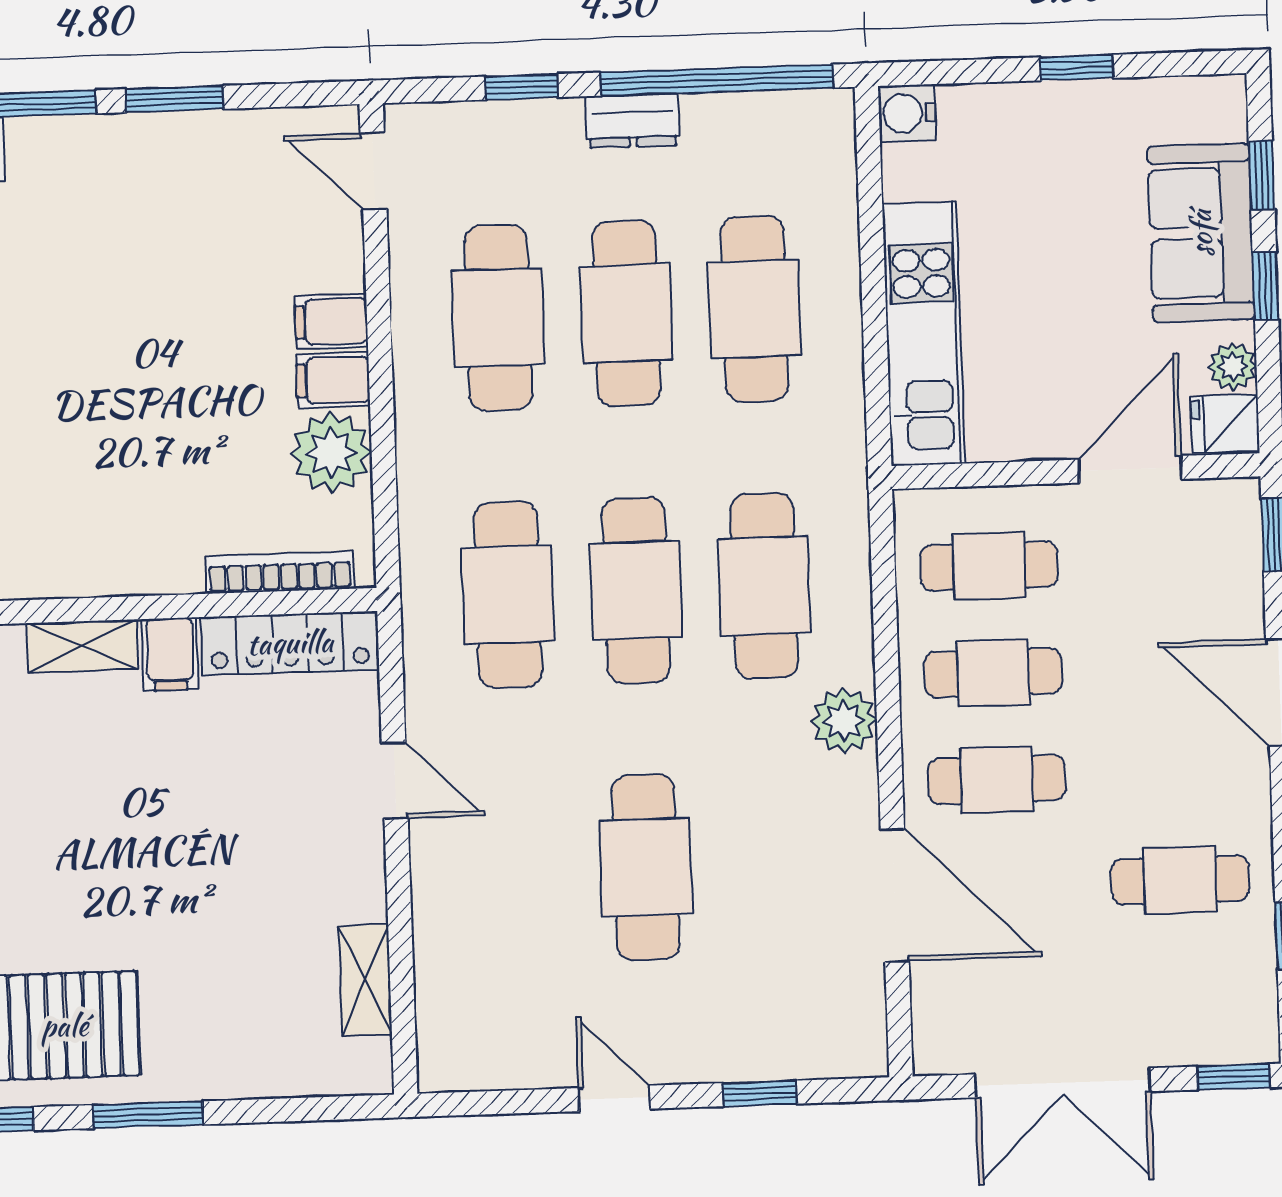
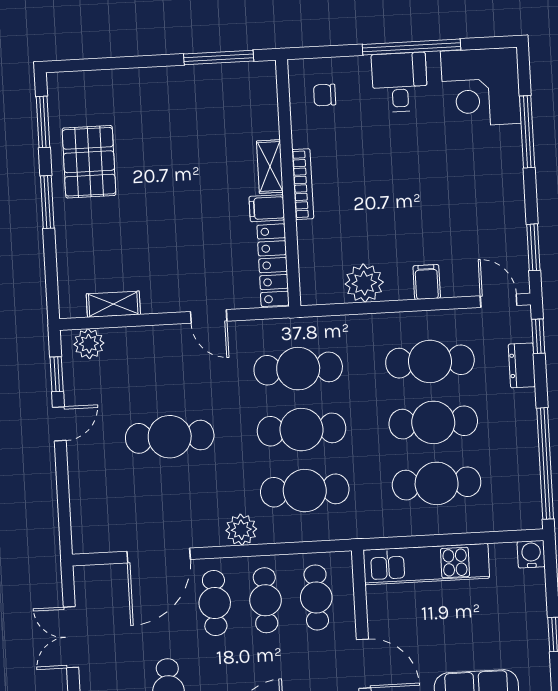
window: (522, 87) -> (538, 336), moved
window: (175, 99) -> (533, 247), moved
dresser: (633, 121) -> (522, 365), moved
door: (374, 171) -> (499, 301), hinge flipped
filing cabinet: (333, 380) -> (399, 283), removed
bookcase: (280, 572) -> (303, 184), moved
door: (395, 781) -> (209, 316), hinge flipped
plant: (447, 1033) -> (89, 344), added
double door: (1063, 1083) -> (71, 637), width x0.73
window: (760, 1093) -> (57, 374), moved

